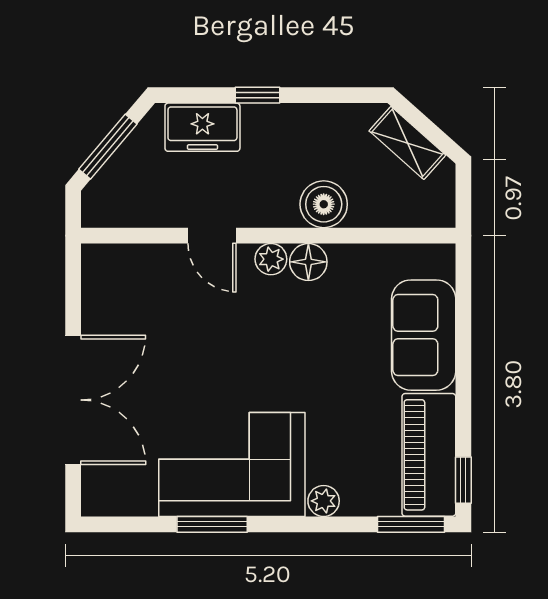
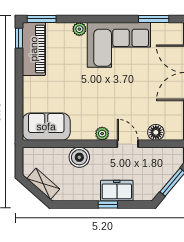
freezer: (202, 127) -> (117, 191), moved
floor lamp: (308, 262) -> (156, 132), moved
sofa: (424, 335) -> (46, 127), moved, turned -90
window: (212, 524) -> (154, 19), moved

